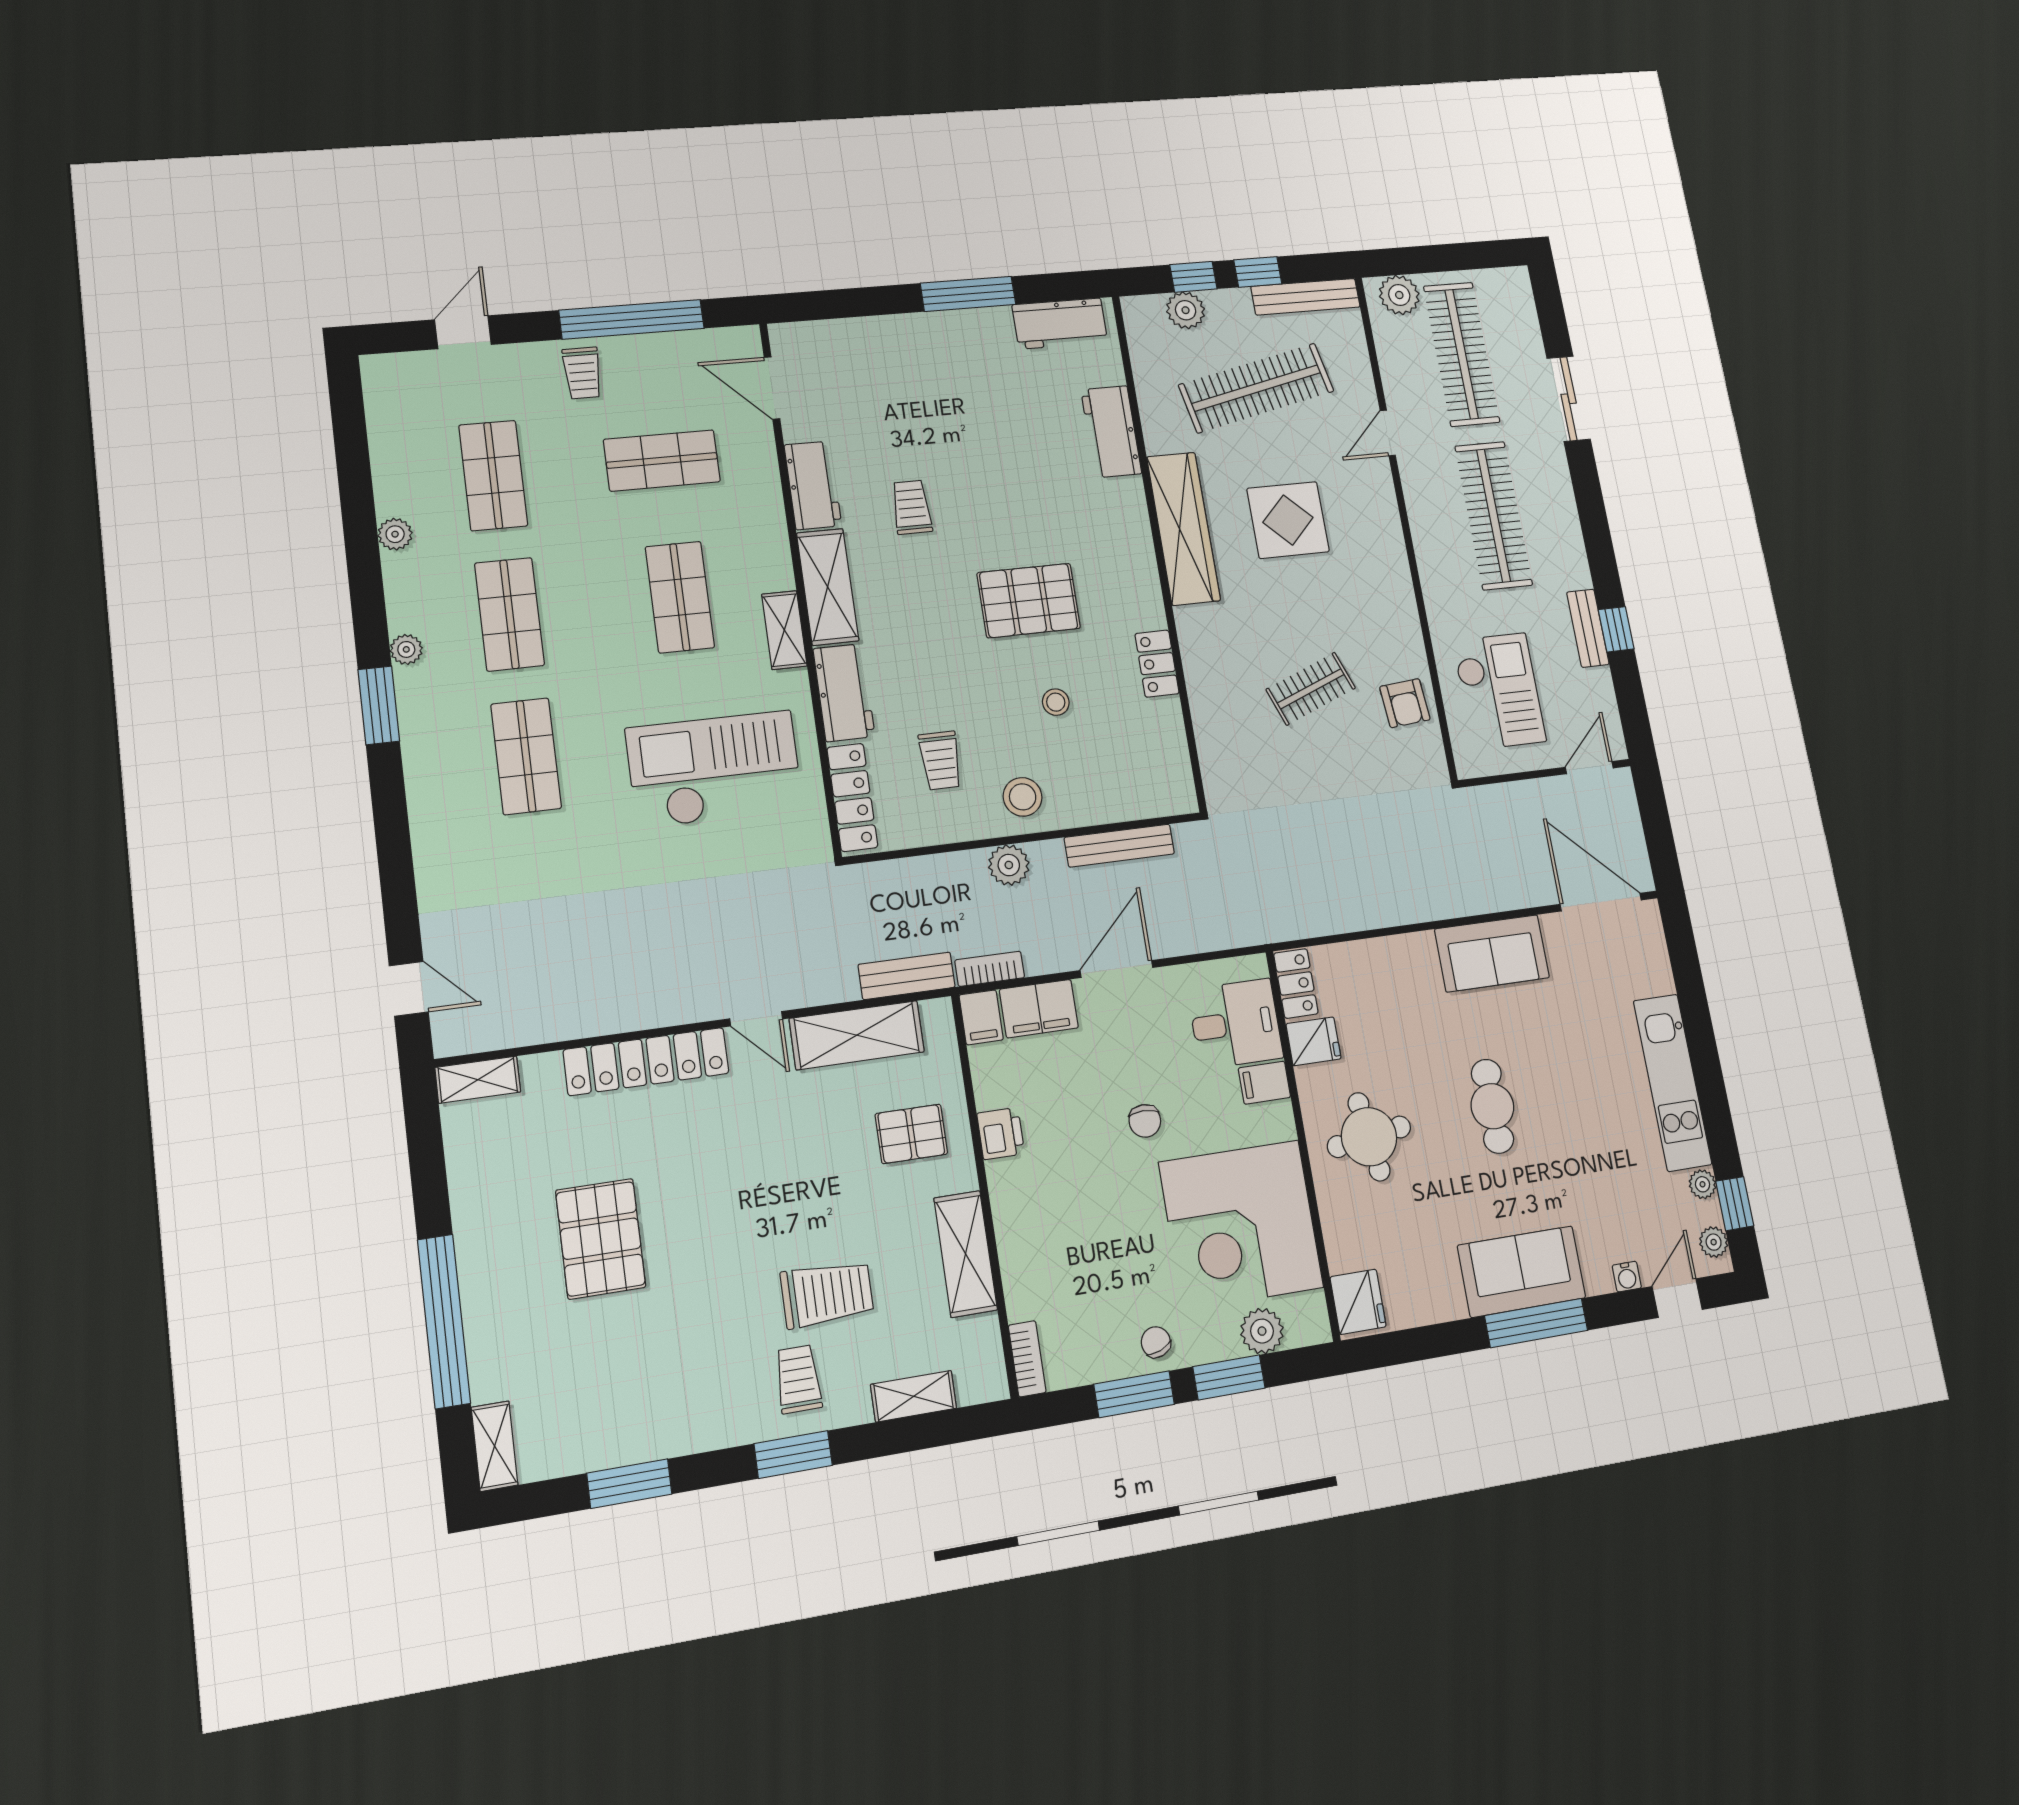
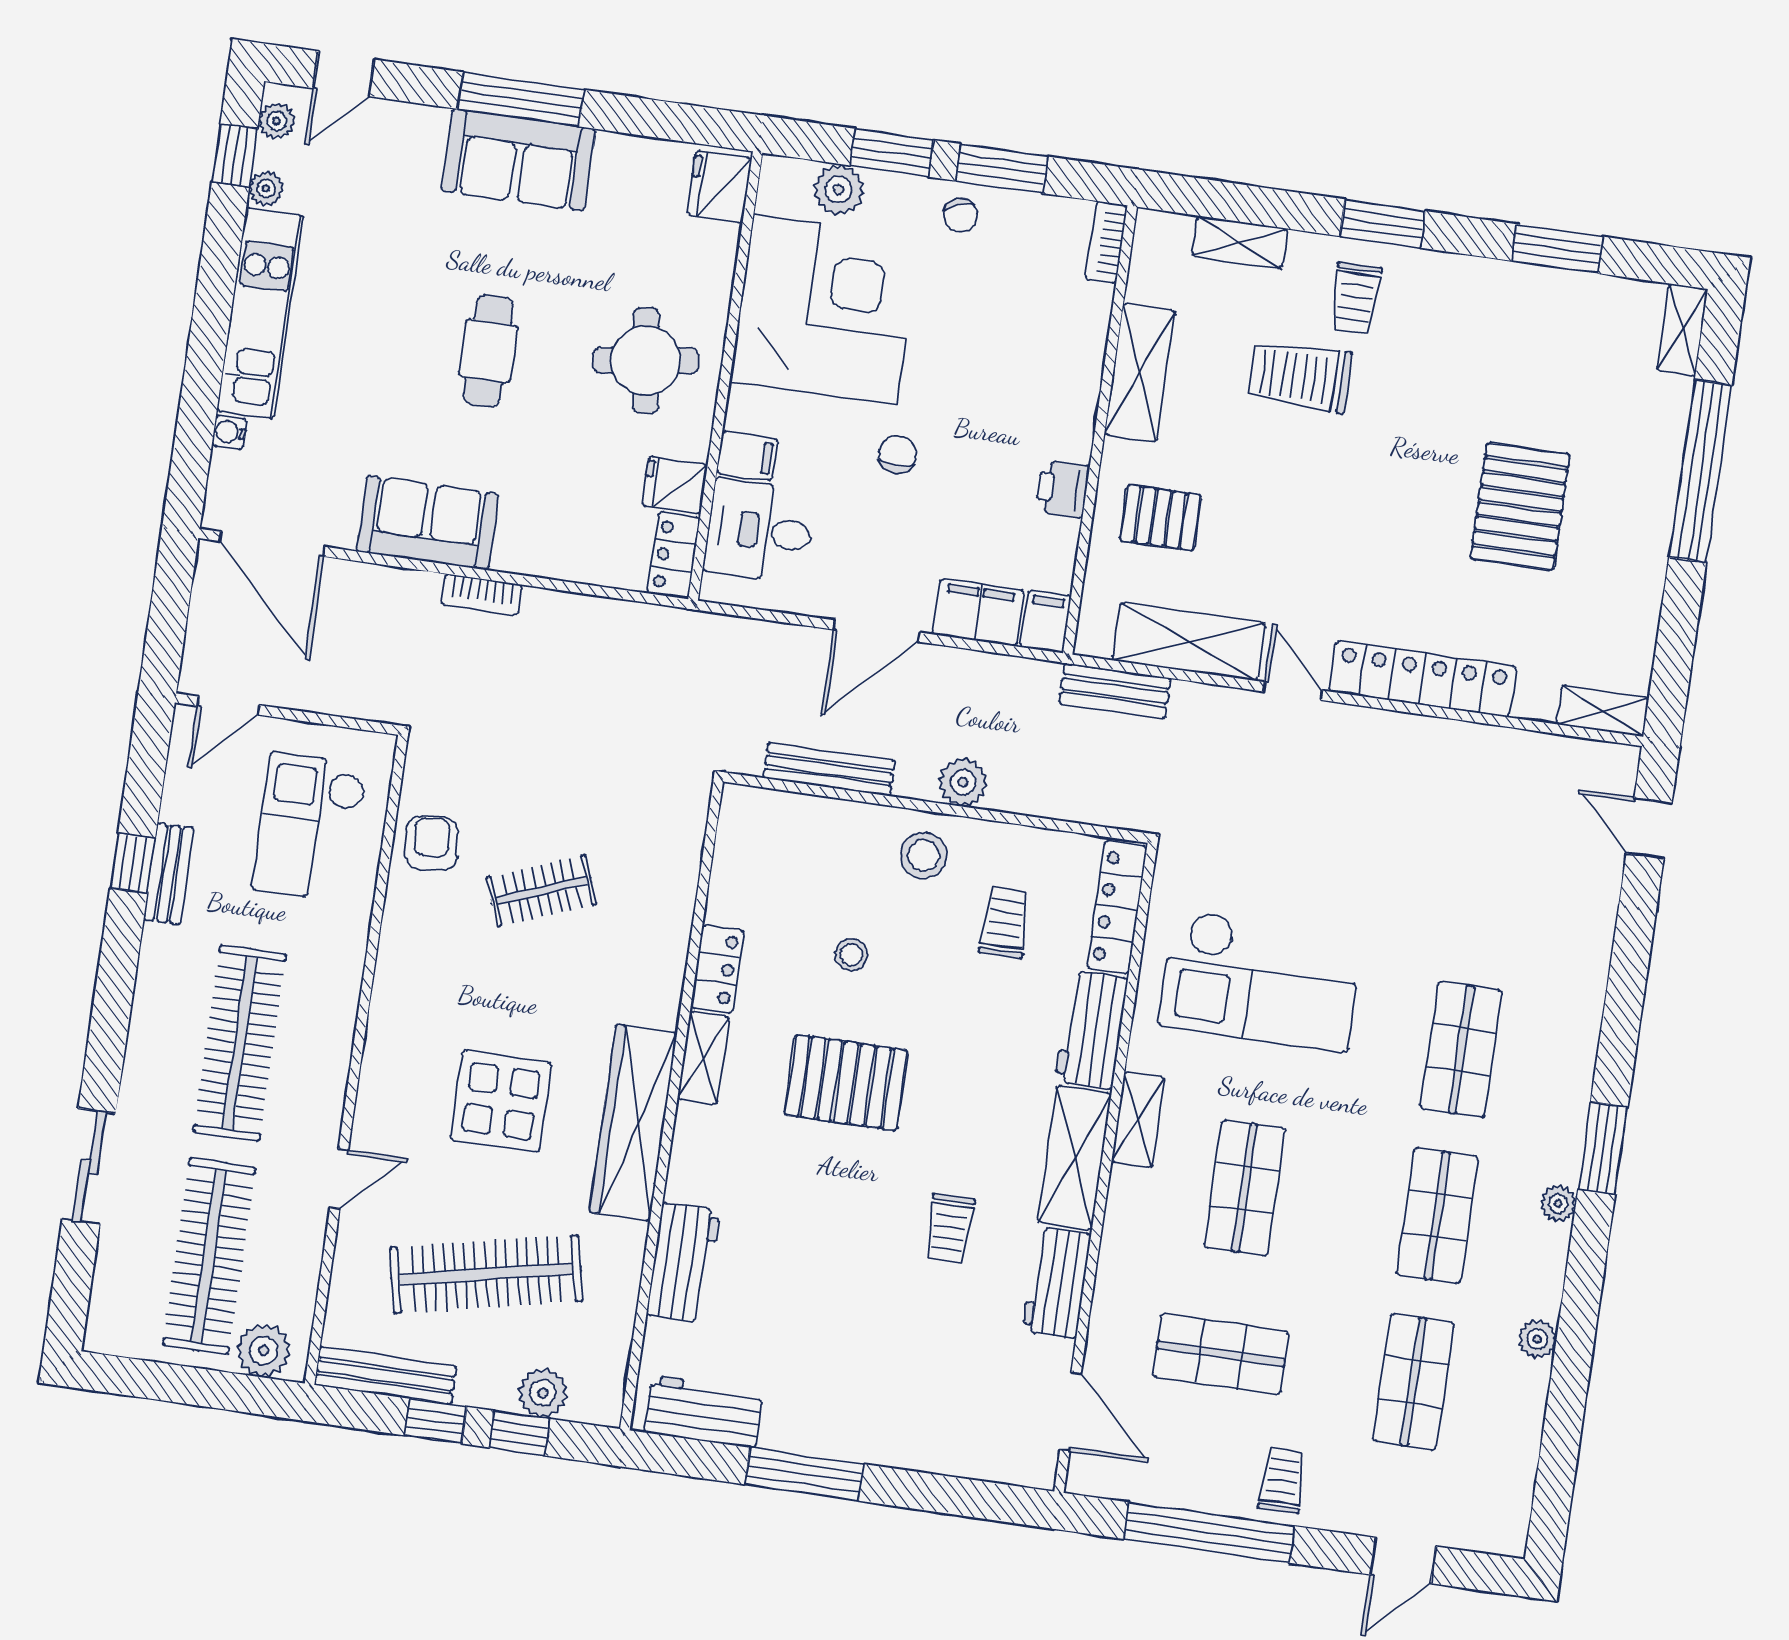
shelving: (1146, 592) -> (703, 1058), added
bookcase: (990, 969) -> (482, 595), moved
water cooler: (1627, 1277) -> (229, 432), moved, turned -90

